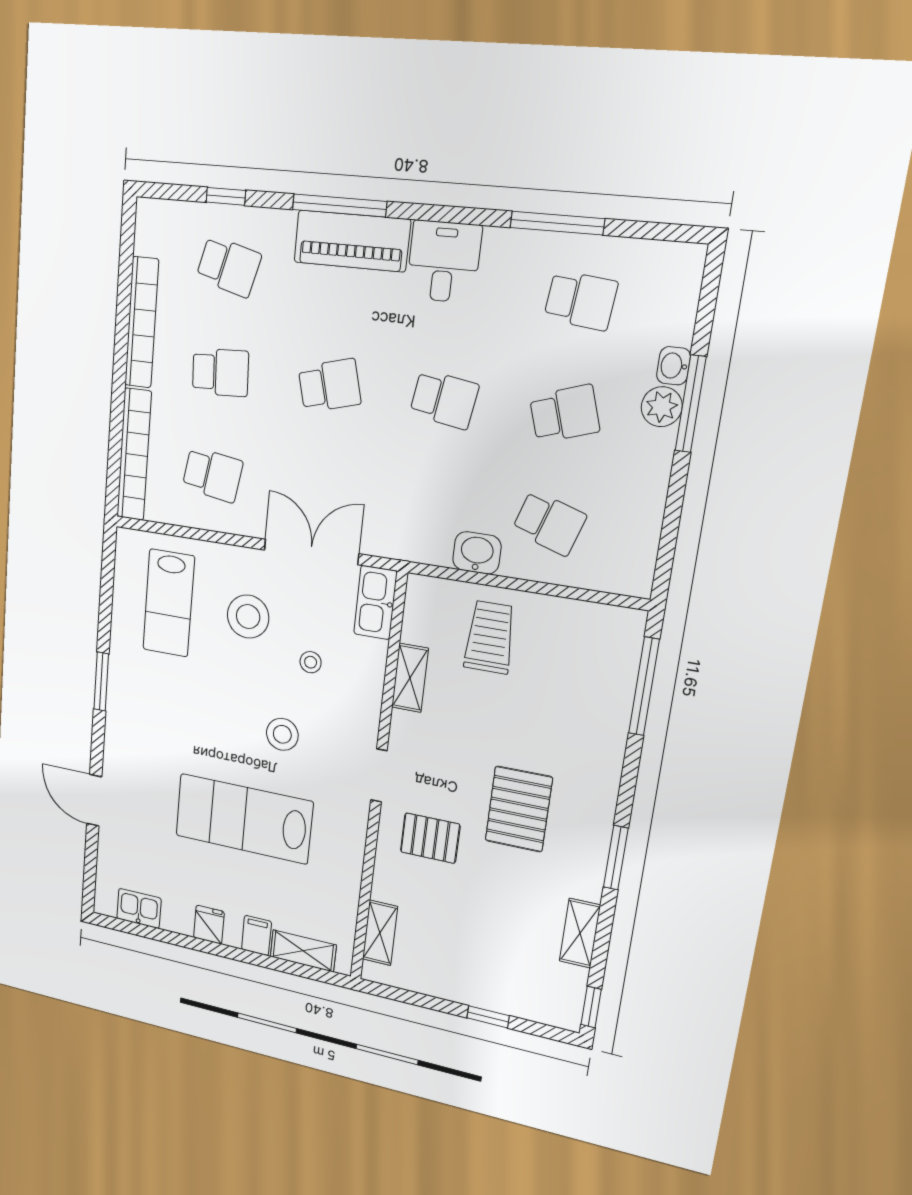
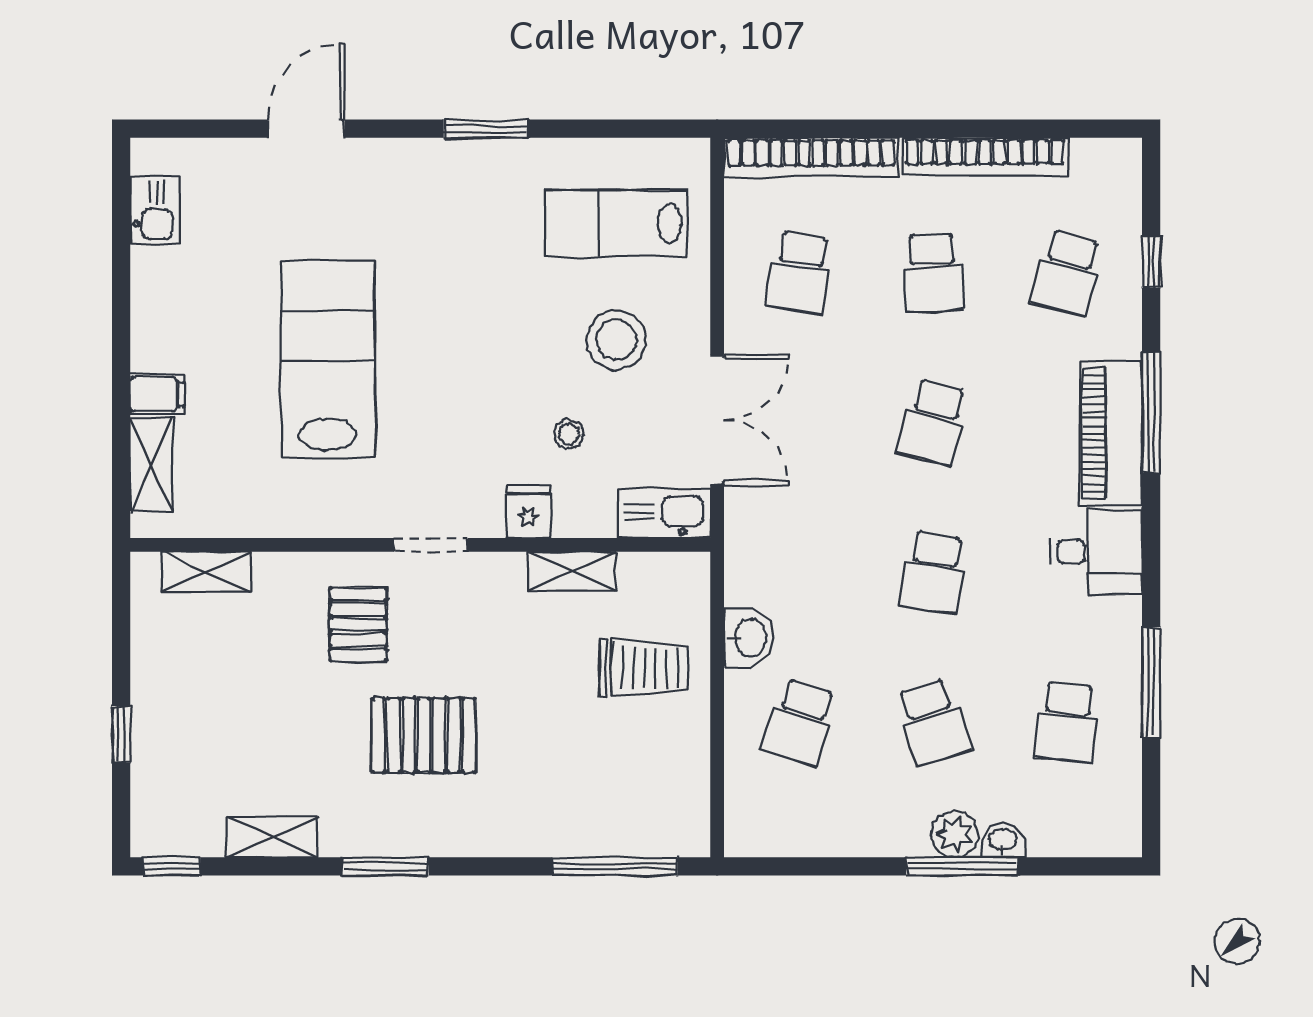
school desk: (330, 386) -> (933, 423), turned 30
stool: (282, 734) -> (461, 404), removed
fridge: (209, 925) -> (528, 512), moved, turned -90

